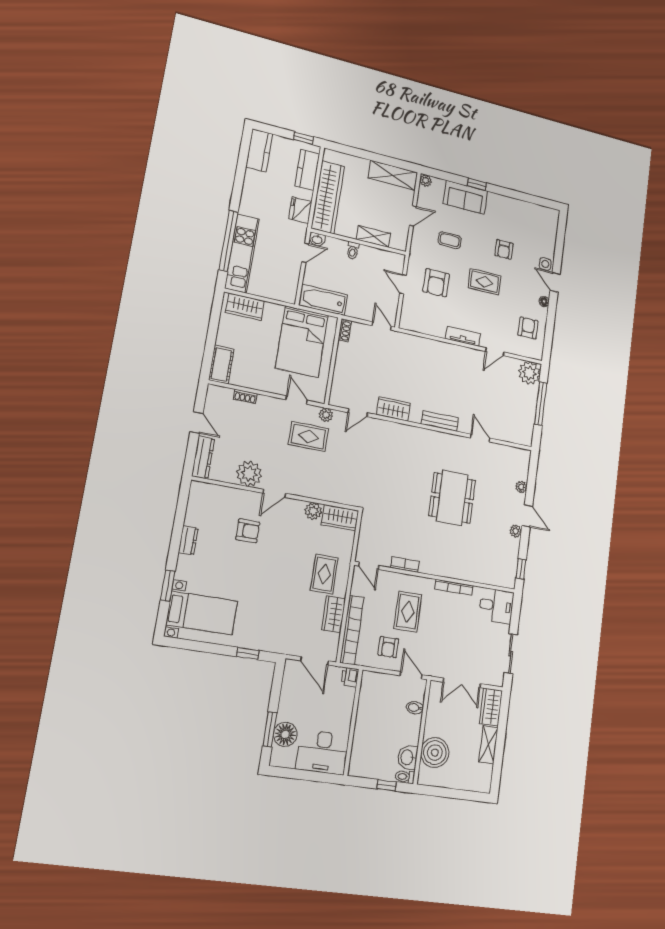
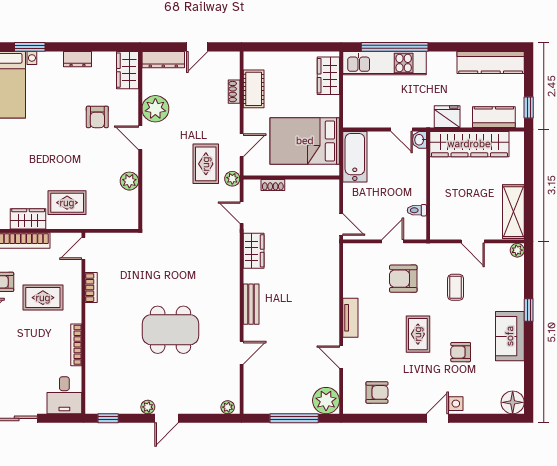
kitchen counter: (259, 150) -> (491, 62), width x1.50
sofa: (465, 197) -> (510, 336), moved
shelving: (373, 236) -> (438, 201), removed
toilet: (353, 250) -> (417, 210), moved
floor lamp: (544, 301) -> (513, 402), moved, width x1.89, depth x1.89
door: (382, 326) -> (341, 225), hinge flipped
shoe rack: (345, 331) -> (273, 185), moved
cot: (221, 364) -> (254, 89), moved, turned 90
plant: (521, 487) -> (228, 407), moved
wardrobe: (340, 518) -> (128, 70), moved

